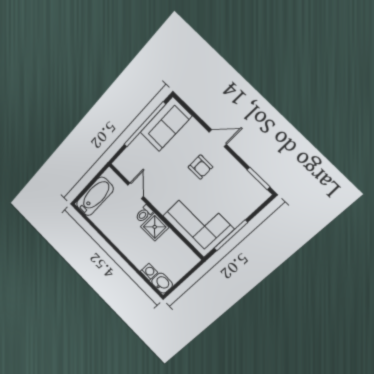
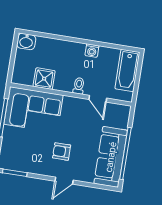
sofa: (166, 124) -> (111, 157), width x1.36
shower: (155, 227) -> (44, 79), moved
washing machine: (149, 272) -> (92, 51), moved

